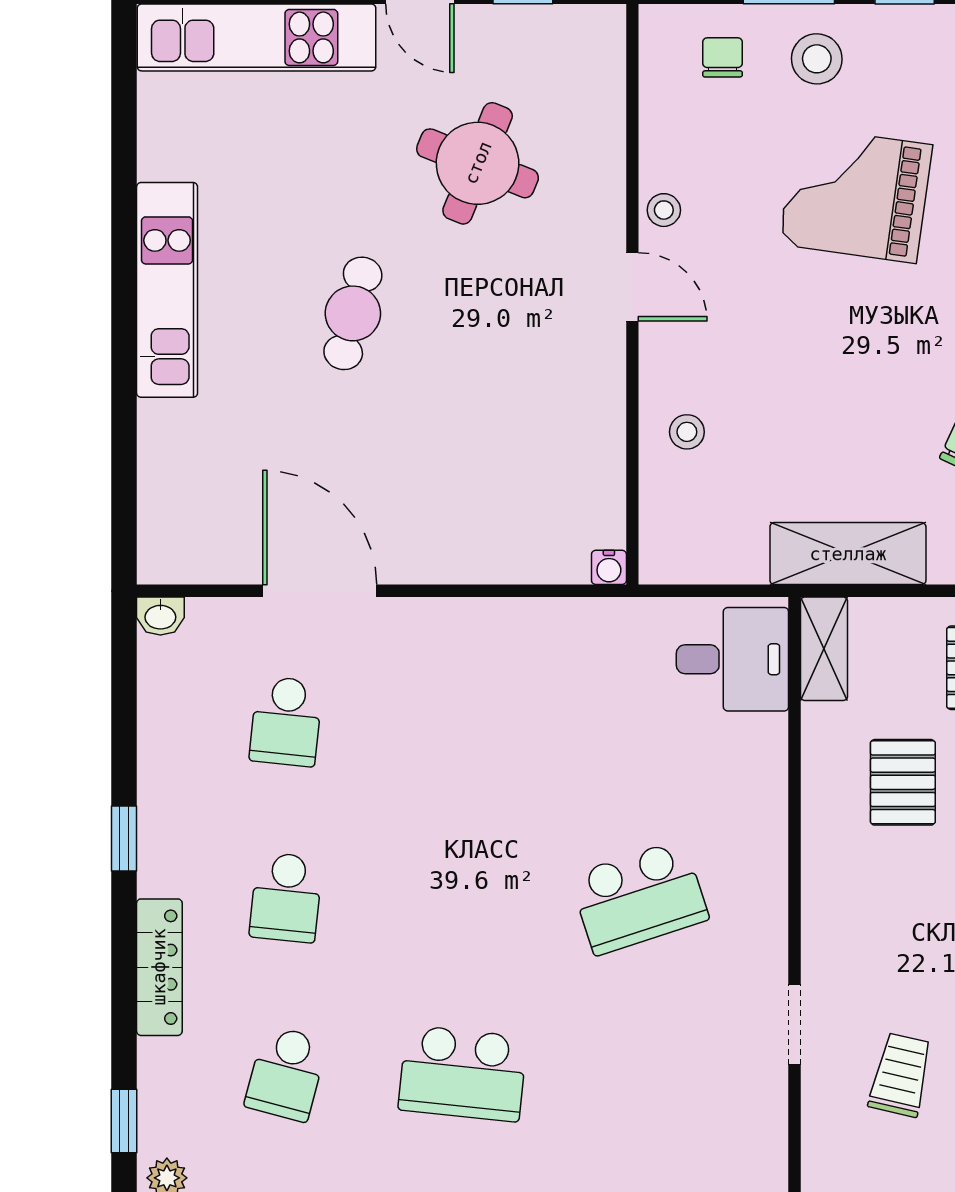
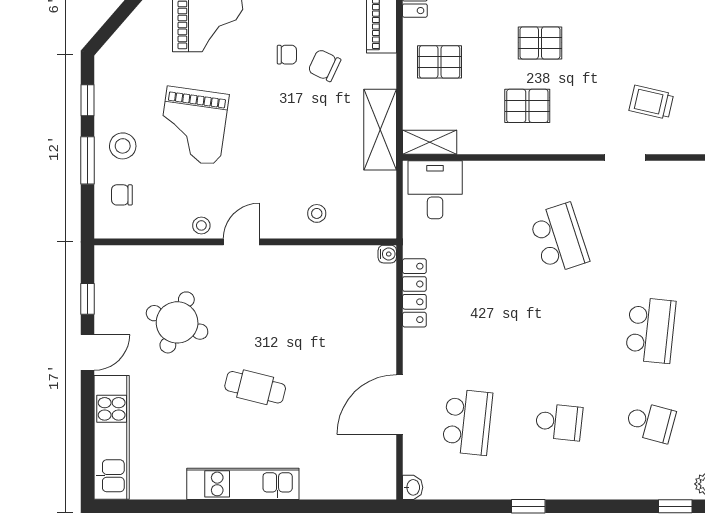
school desk: (286, 721) -> (467, 422), width x1.85
pallet: (903, 782) -> (527, 106), moved
locker: (159, 967) -> (414, 293), moved, turned 90

